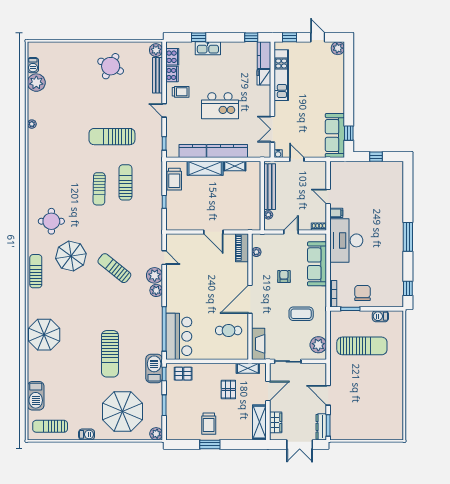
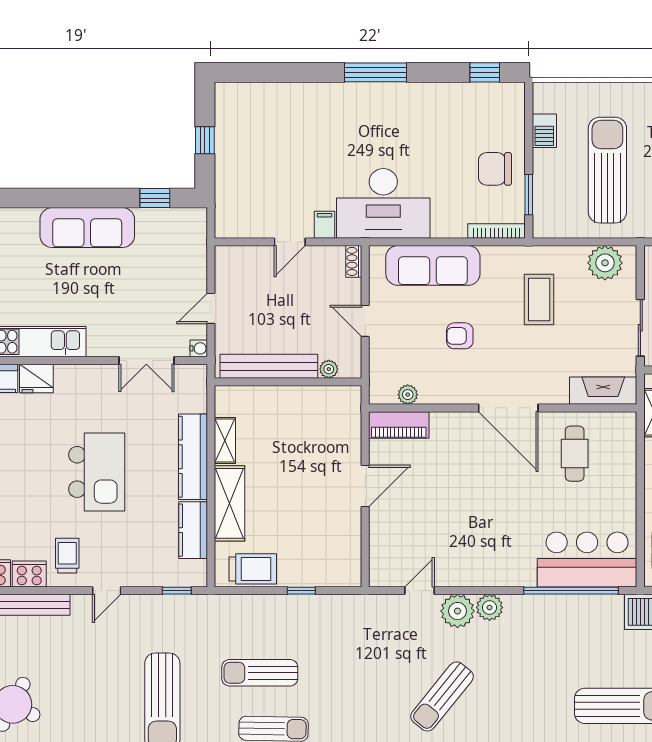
sofa: (335, 136) -> (87, 228), moved

